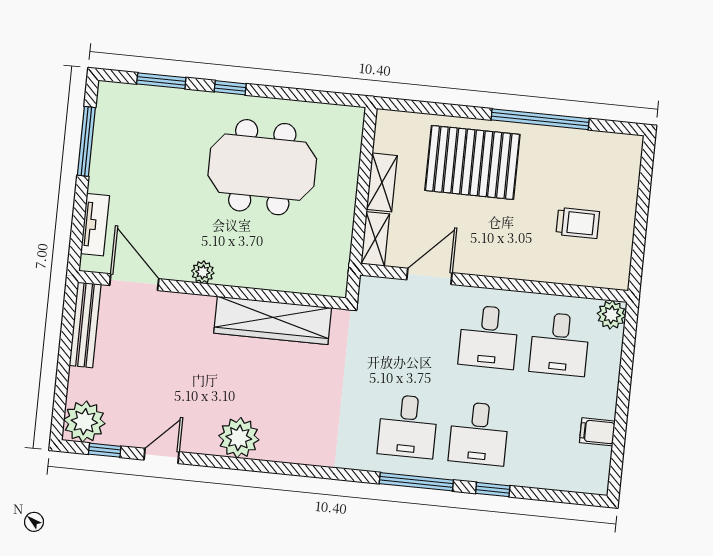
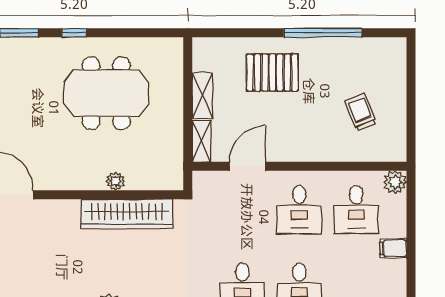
pallet: (472, 162) -> (272, 73), width x0.73, depth x0.71
trolley: (578, 223) -> (361, 112), turned -112
plant: (203, 272) -> (115, 181), moved
filing cabinet: (597, 432) -> (393, 248), moved

